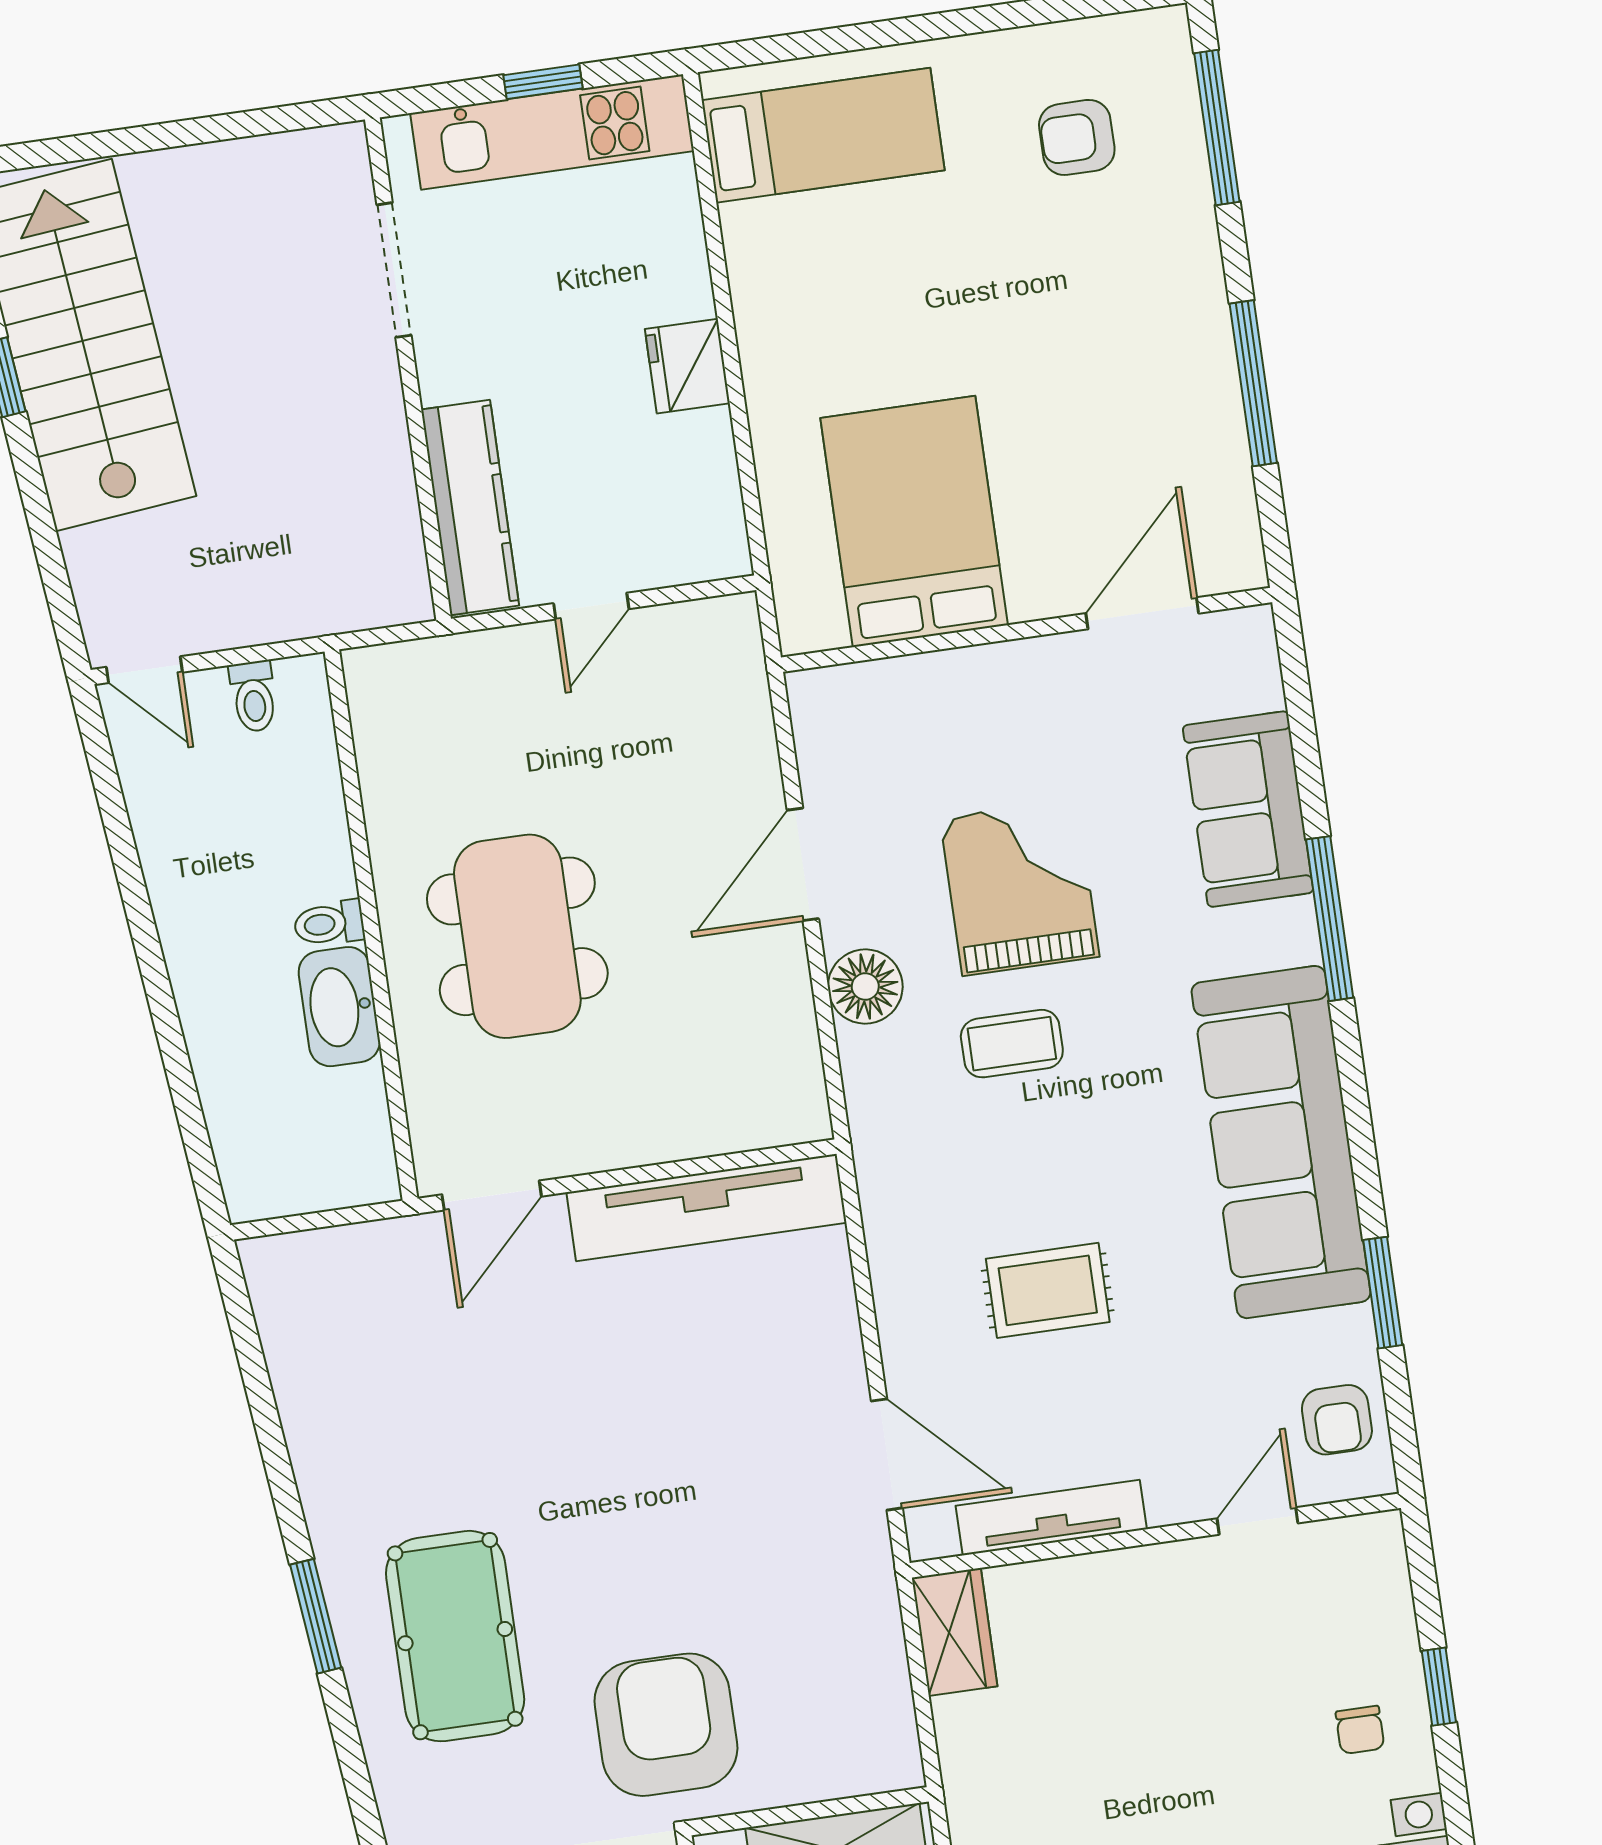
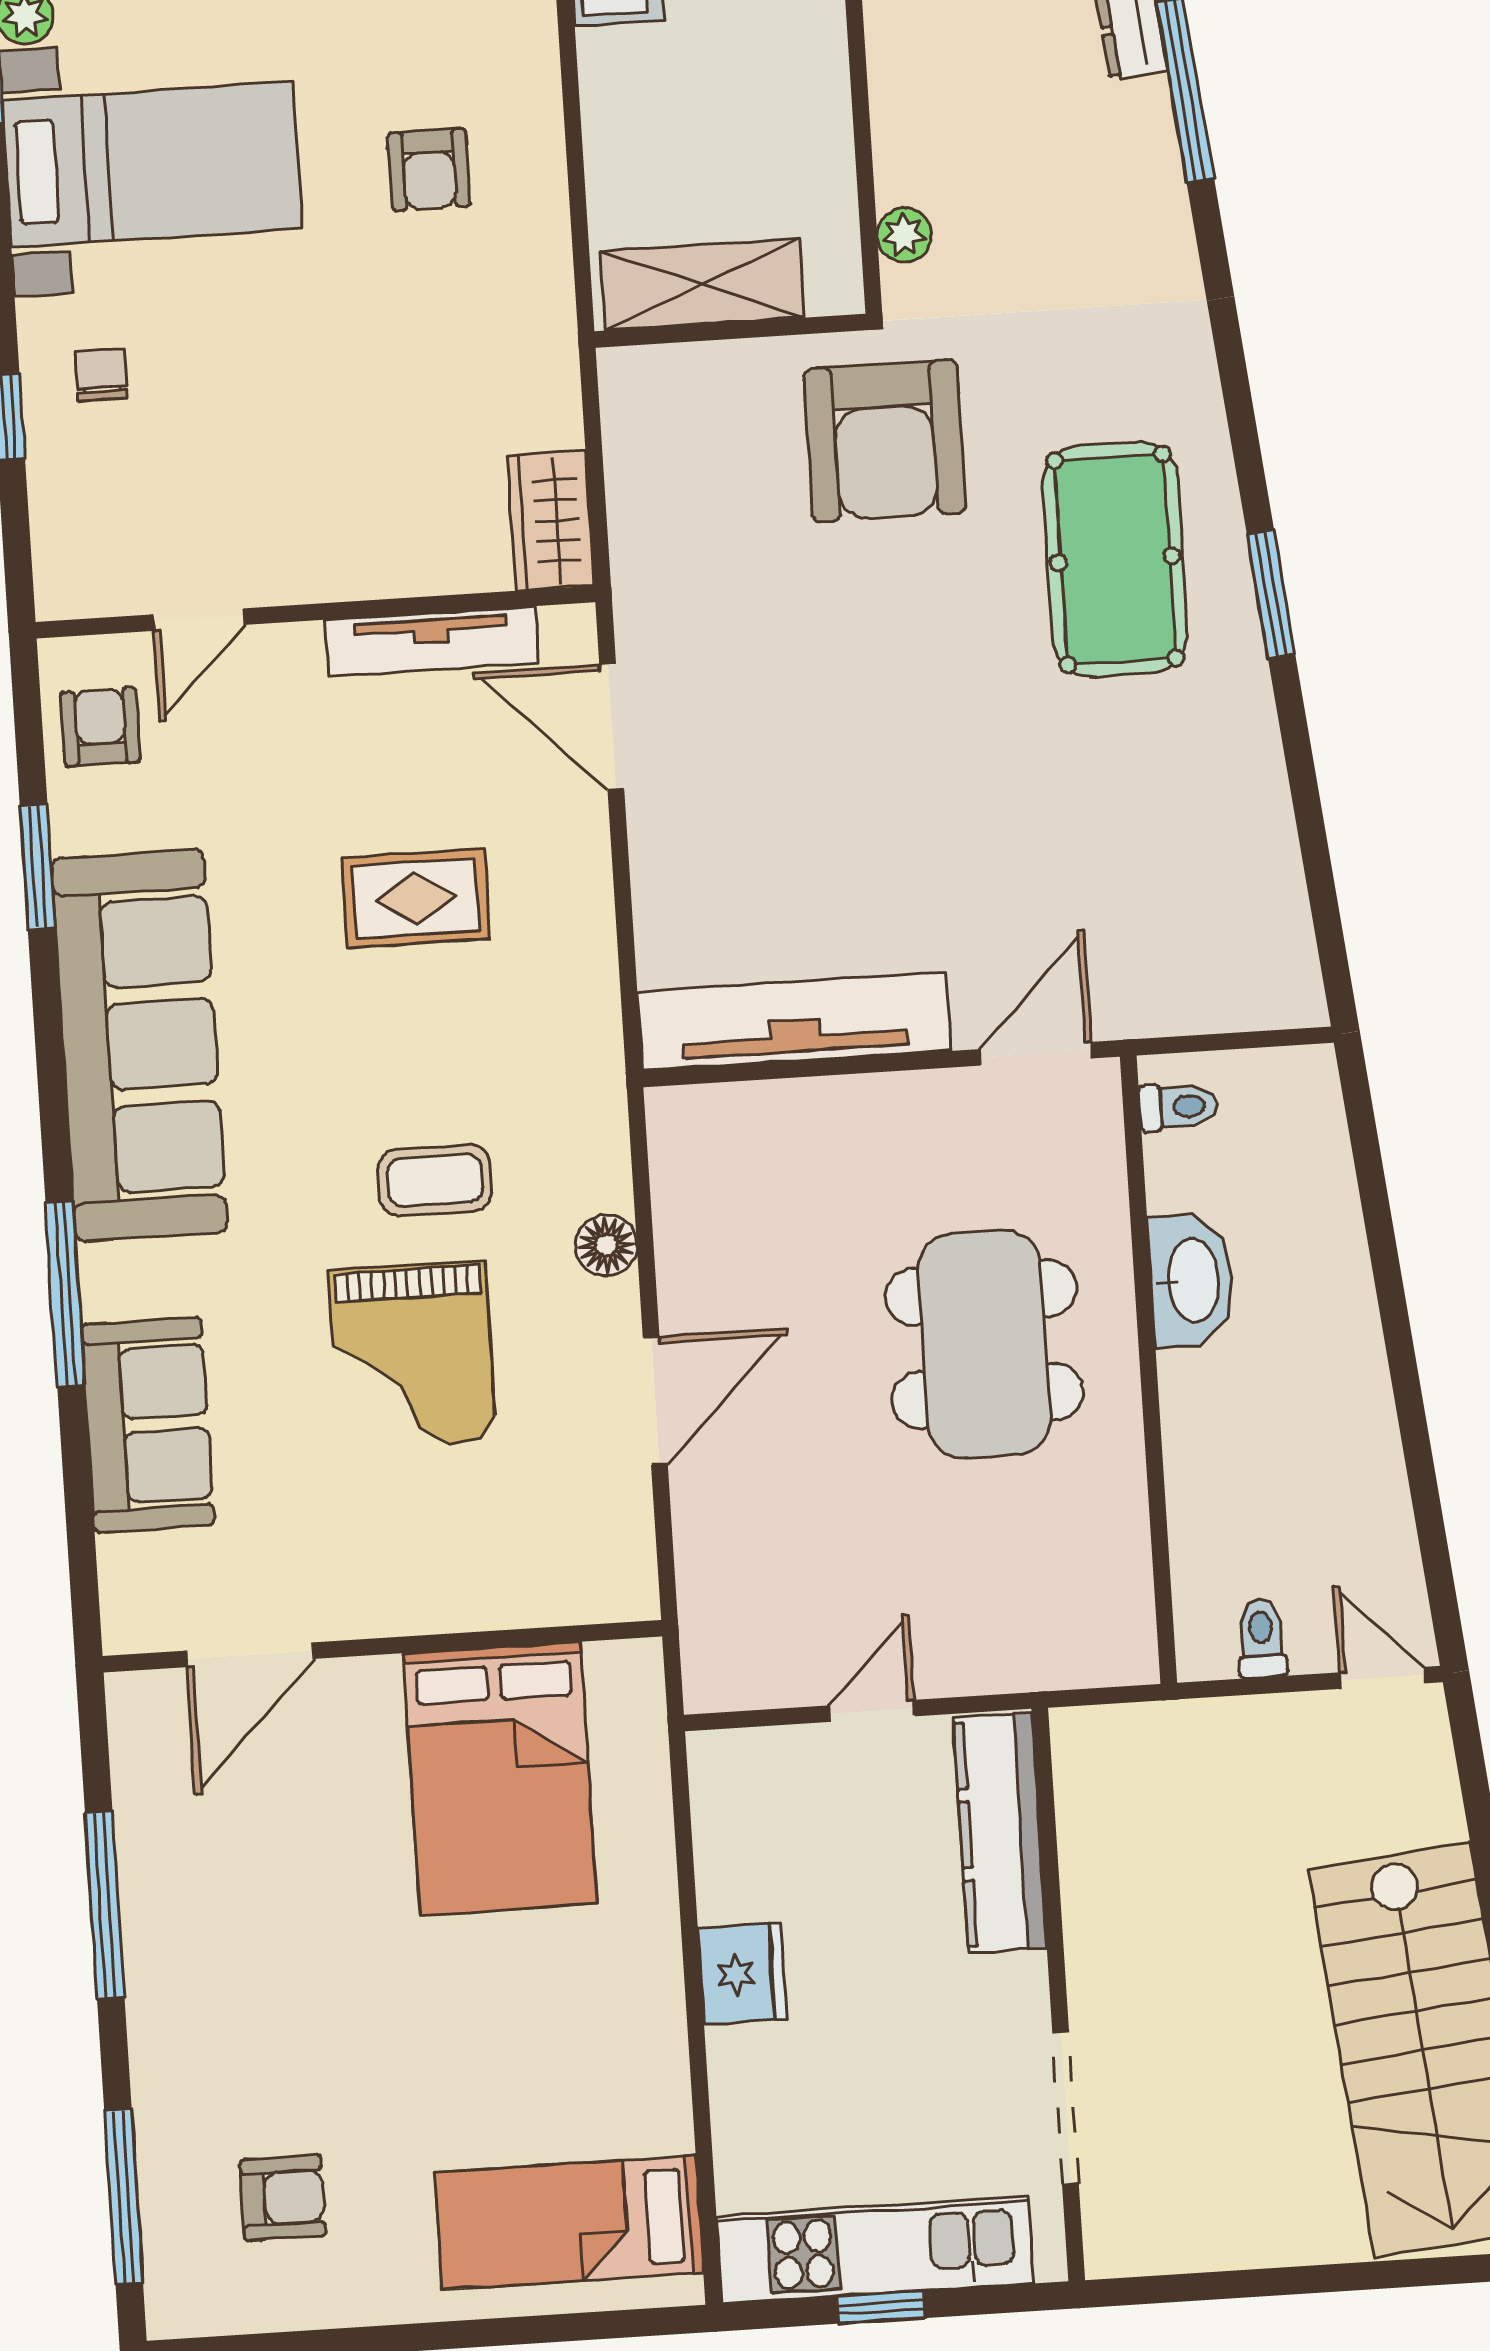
toilet: (329, 923) -> (1178, 1107), moved
floor lamp: (865, 986) -> (606, 1245), width x0.73, depth x0.73

